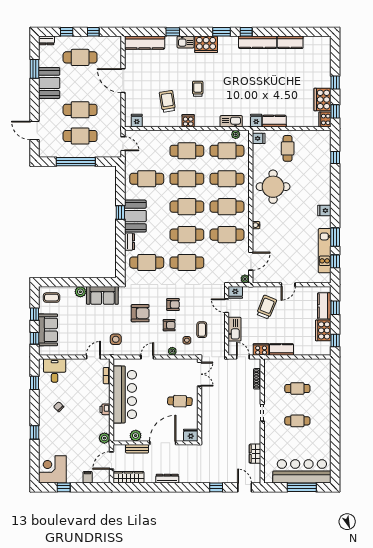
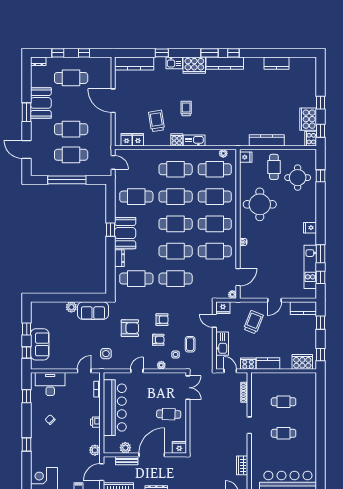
kitchen counter: (258, 42) -> (225, 63), moved
window: (34, 69) -> (27, 112), moved
kitchen sink: (231, 121) -> (194, 140), moved
fridge: (256, 121) -> (138, 140), moved
kitchen counter: (274, 121) -> (267, 140), width x1.50
round table: (312, 159) -> (298, 178), added
coffee table: (51, 298) -> (43, 313), removed
kitchen counter: (324, 306) -> (303, 308), moved, turned -90
cooker: (323, 330) -> (302, 362), moved, turned 90
desk: (55, 370) -> (50, 384), width x1.37

